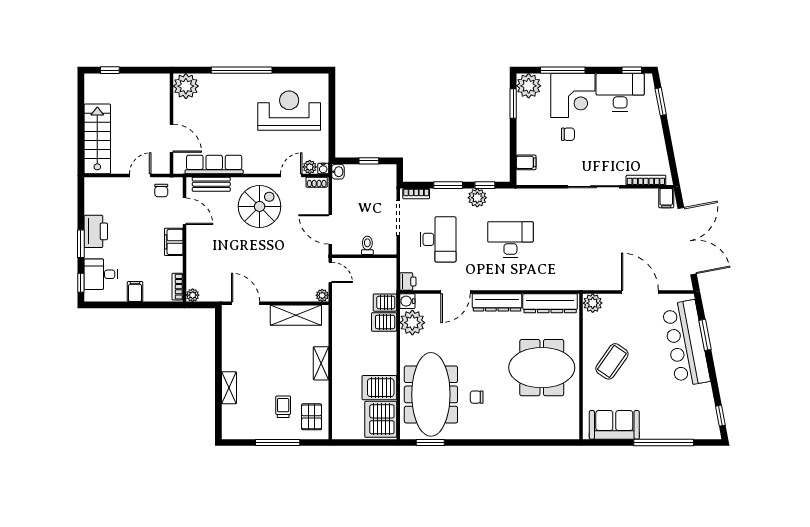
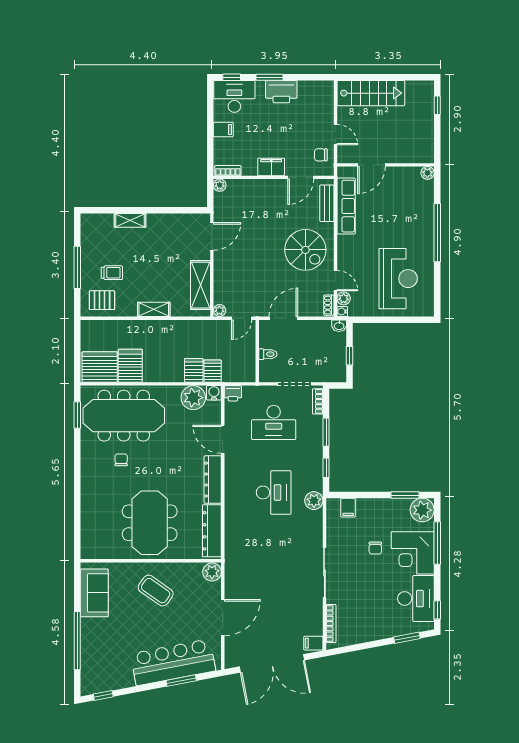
plant: (186, 86) -> (427, 173), width x0.53, depth x0.53
plant: (477, 198) -> (314, 501), moved
desk: (101, 274) -> (234, 96), width x1.37

